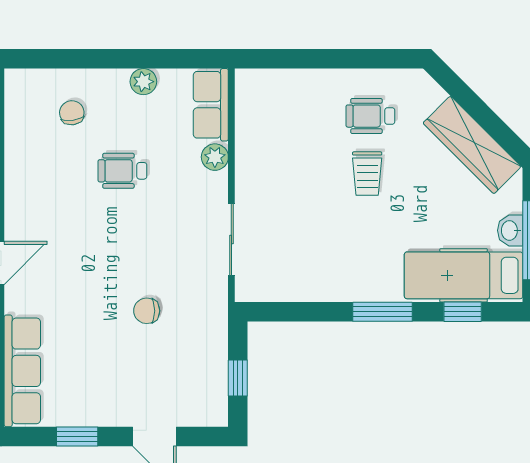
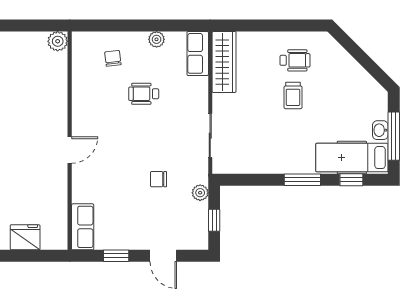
wheelchair: (370, 116) -> (295, 60), turned 180
wardrobe: (472, 145) -> (224, 62), moved, turned -135
plant: (215, 157) -> (200, 193), moved
row of seats: (22, 371) -> (83, 227), width x0.68

